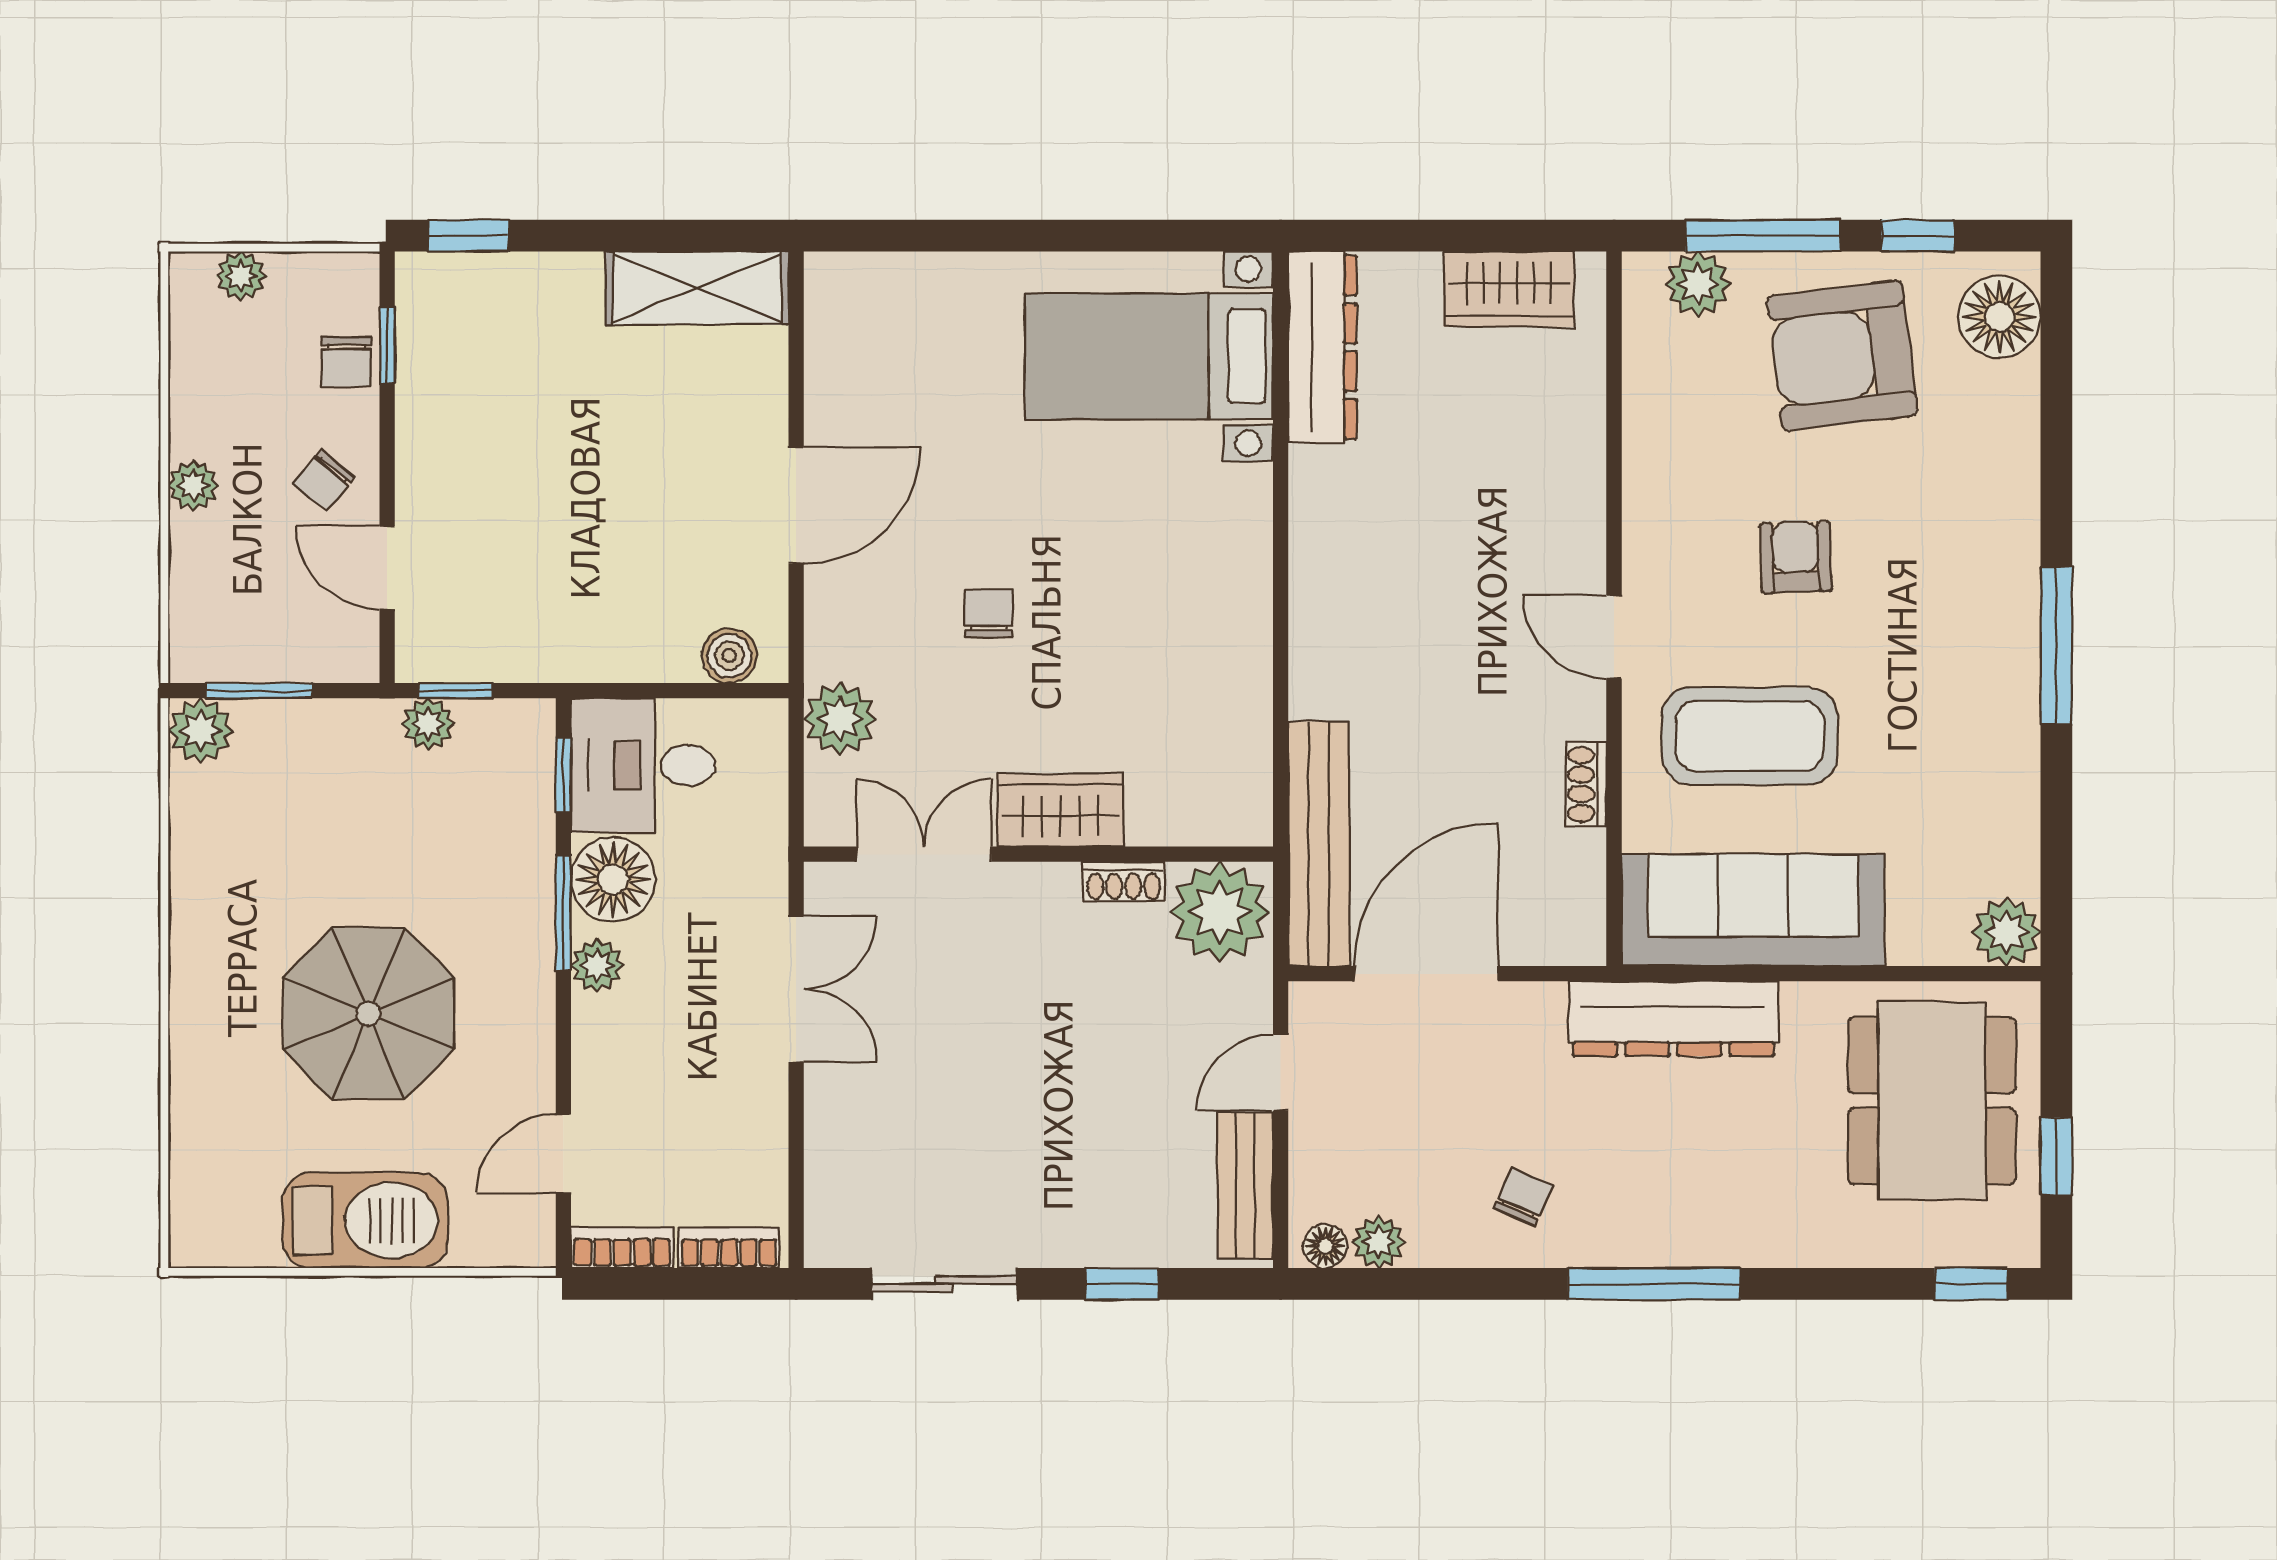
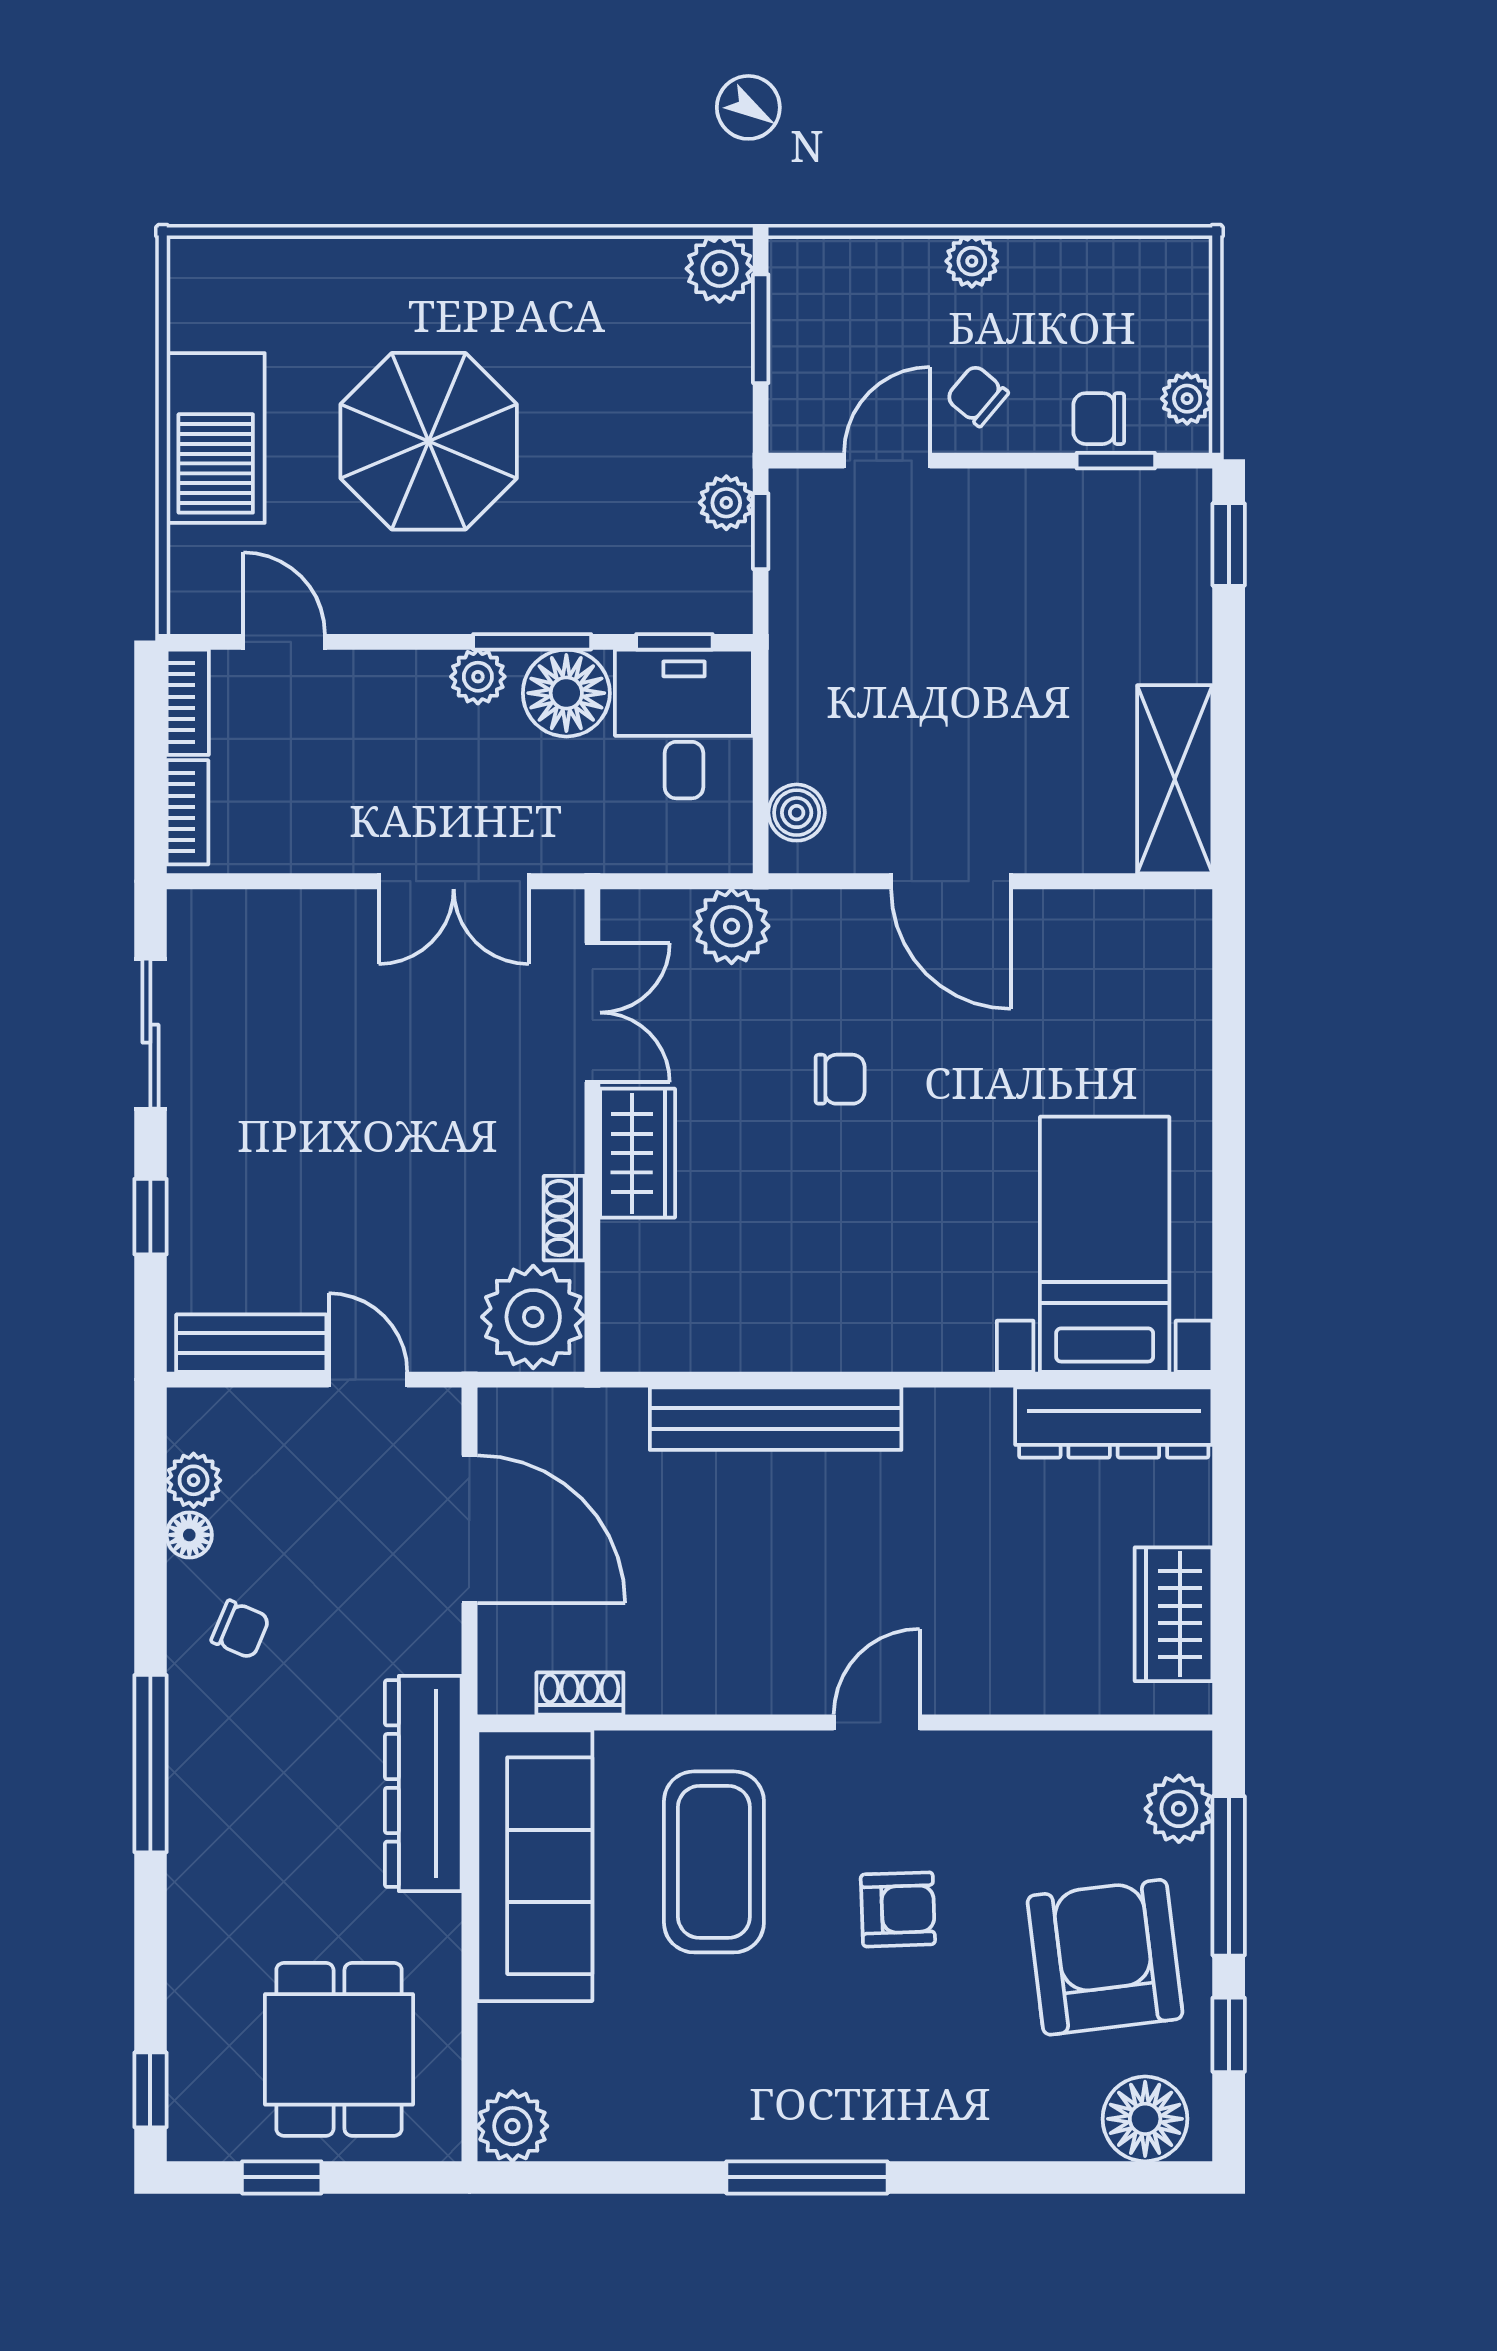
plant: (241, 276) -> (1187, 399), moved
door: (1614, 637) -> (877, 1723), moved
shoe rack: (1586, 784) -> (580, 1694), moved
bench: (1319, 844) -> (776, 1419), moved
dining table: (1932, 1101) -> (339, 2049), width x0.73
floor lamp: (1325, 1246) -> (189, 1535), moved

